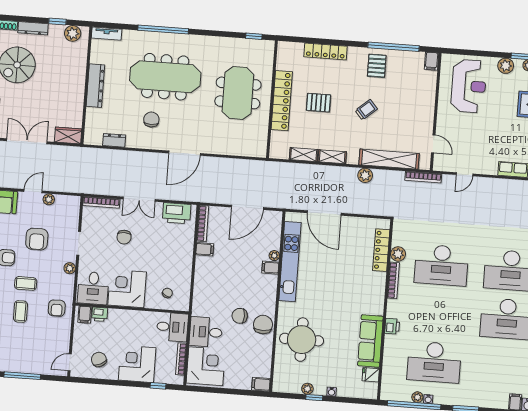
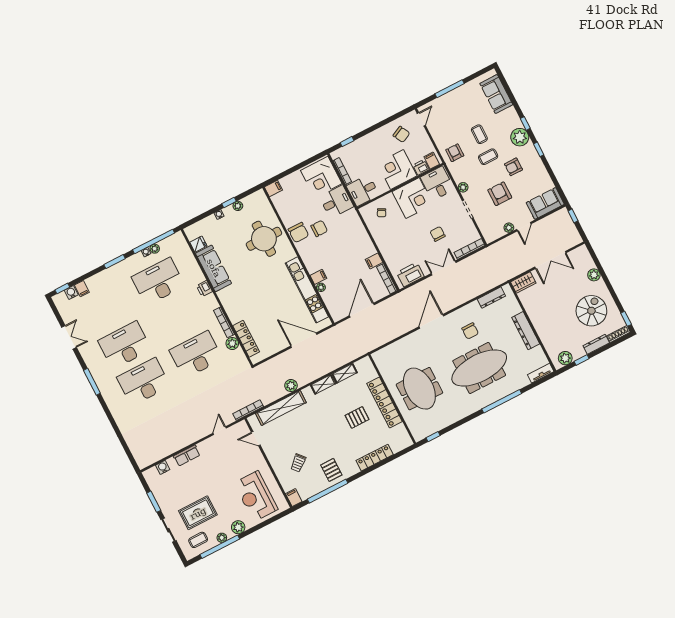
trolley: (366, 110) -> (298, 463), moved
dresser: (114, 140) -> (491, 298), width x1.44
corner desk: (137, 364) -> (397, 169), moved, turned 180

